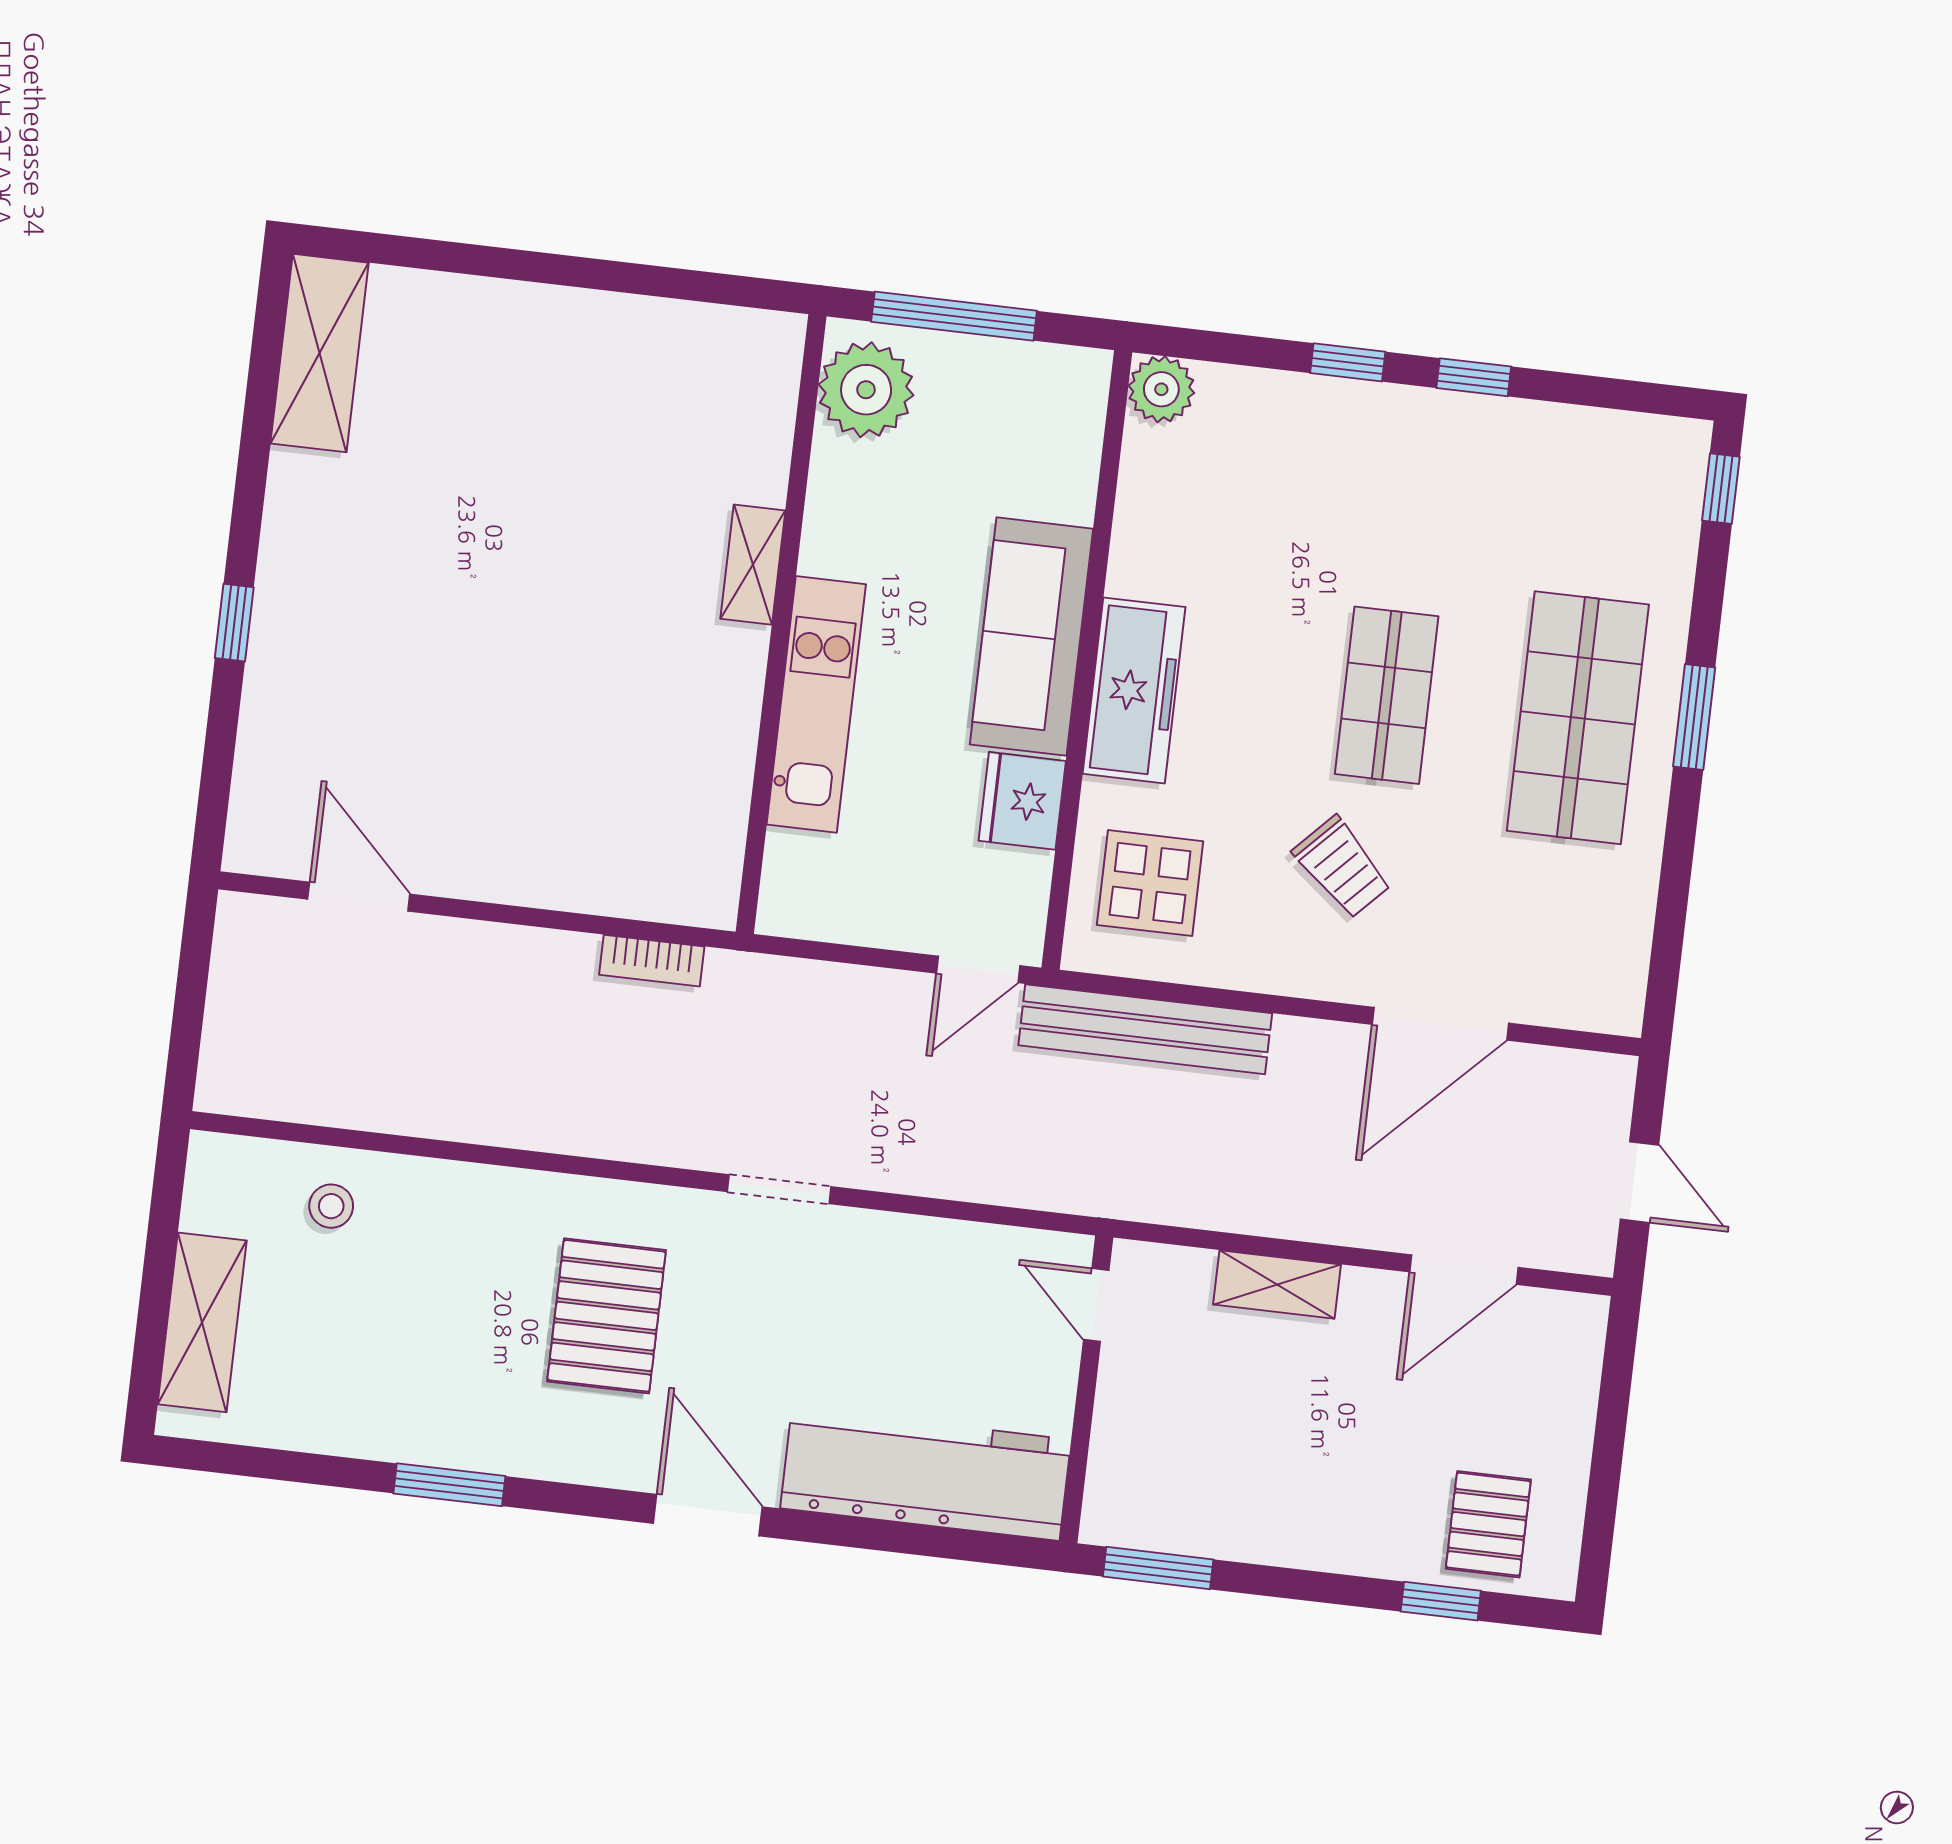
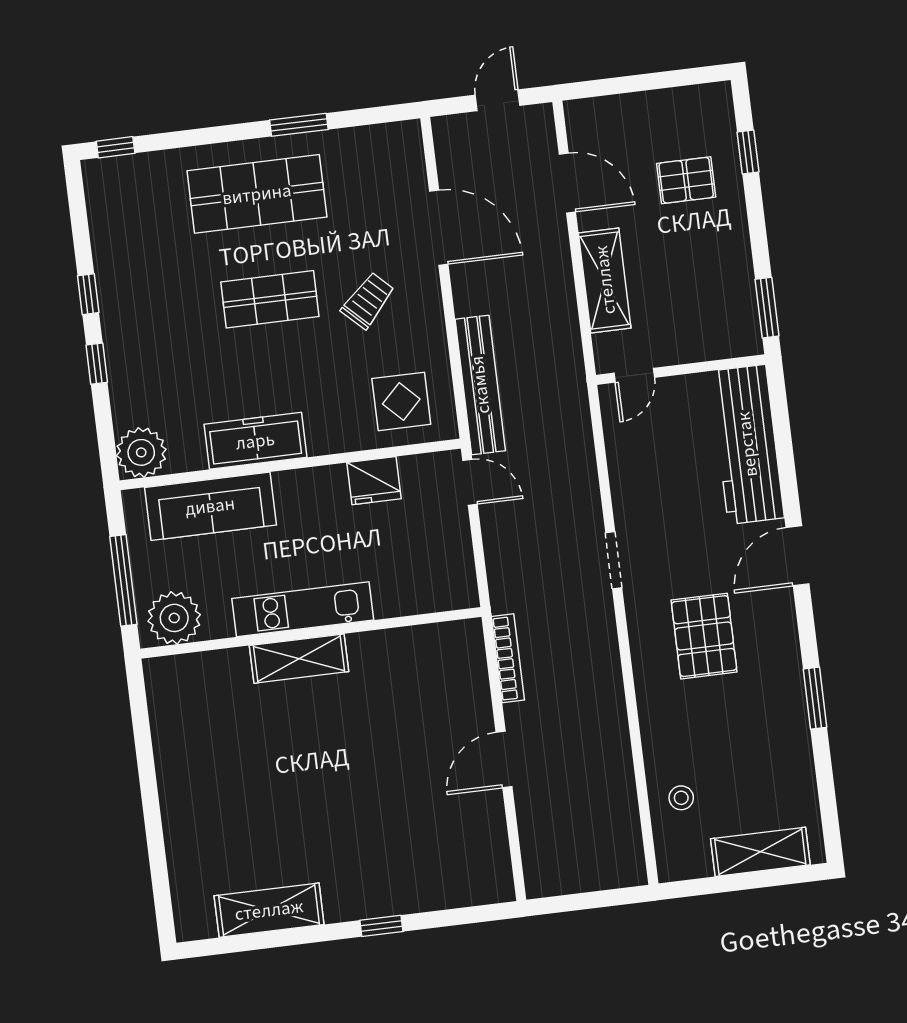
shelving: (320, 353) -> (269, 910), moved
plant: (1161, 389) -> (141, 452), width x1.36, depth x1.36
shelving: (753, 565) -> (299, 659), width x1.50, depth x1.33
sofa: (1032, 637) -> (210, 506), moved
freezer: (1134, 690) -> (255, 441), moved
kitchen unit: (816, 704) -> (303, 609), moved
window: (1694, 717) -> (299, 125), moved
door: (359, 897) -> (504, 759), moved
bookcase: (652, 961) -> (508, 658), width x1.56
shelving: (1277, 1284) -> (605, 280), width x1.50, depth x1.33
pallet: (607, 1316) -> (704, 636), turned 90
pallet: (1488, 1524) -> (686, 180), moved

